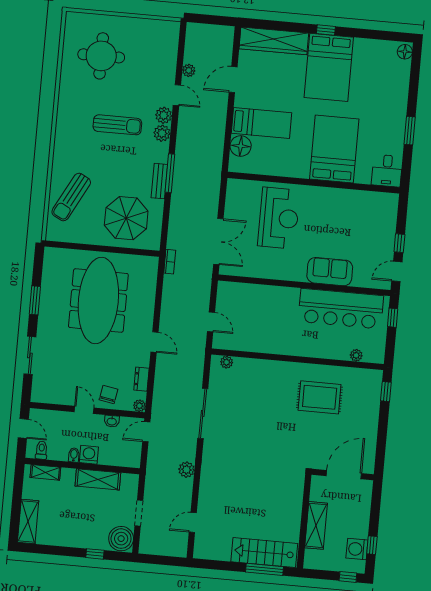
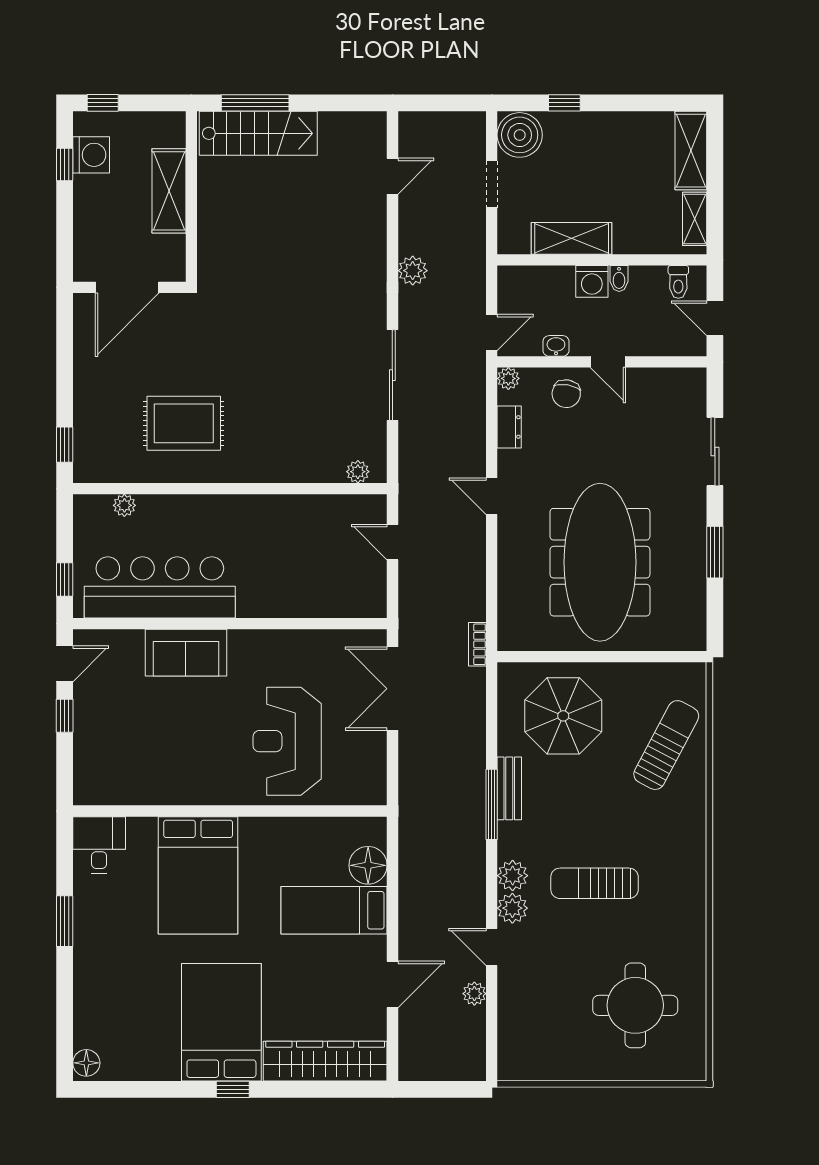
shelving: (45, 472) -> (695, 219), moved, turned 90

